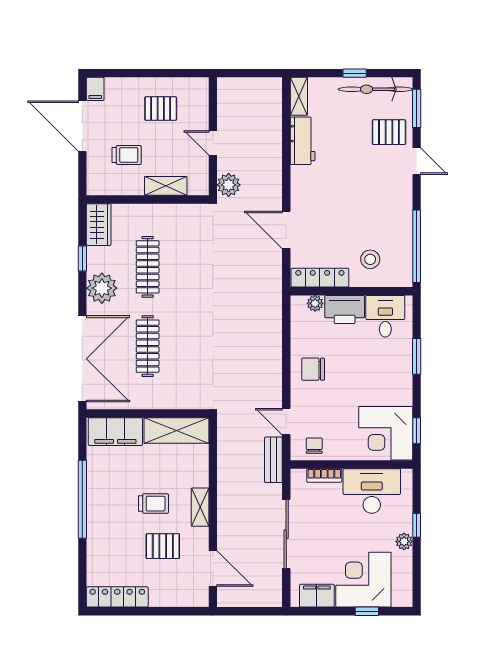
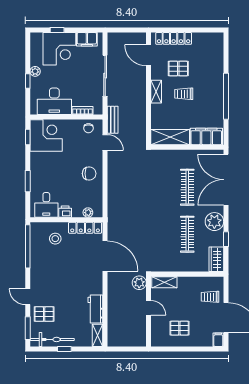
trolley: (127, 155) -> (210, 297), moved
shelving: (166, 186) -> (164, 282), moved
door: (286, 230) -> (105, 256), width x1.36
printer: (345, 309) -> (65, 212), width x0.53, depth x0.68
locker: (117, 597) -> (174, 38), moved

